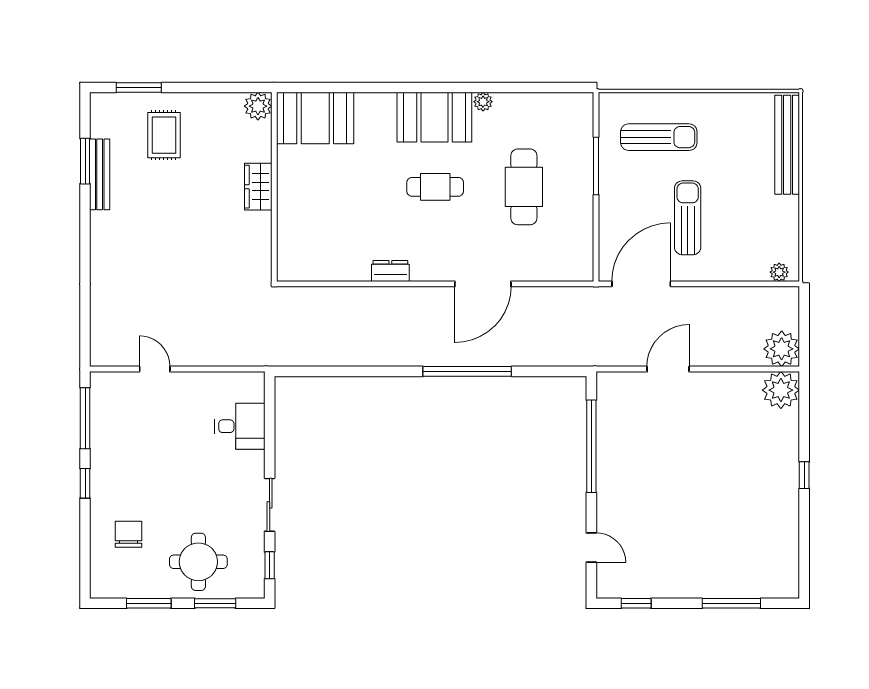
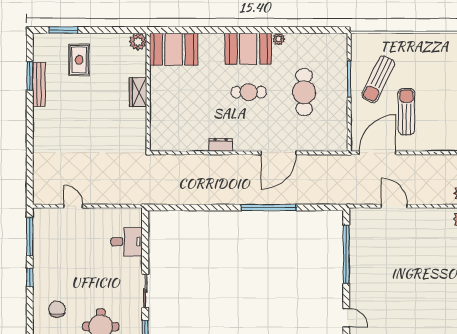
sun lounger: (659, 137) -> (378, 79), moved, turned 116
door: (668, 369) -> (394, 206), hinge flipped

